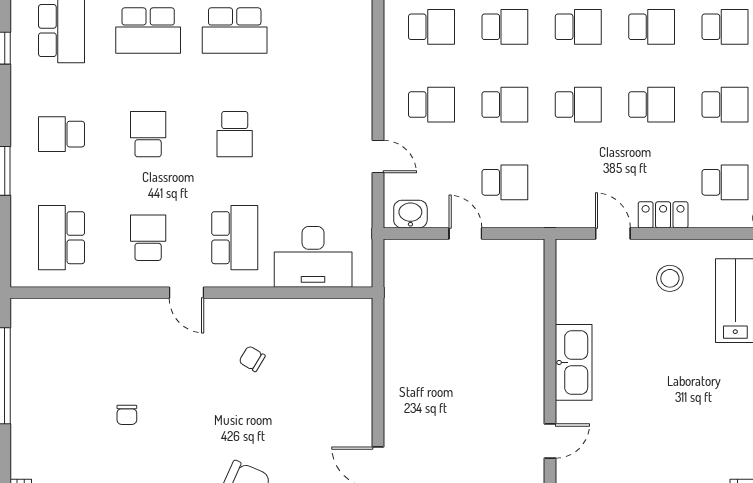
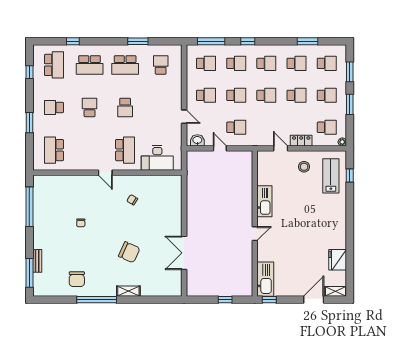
school desk: (148, 238) -> (161, 65), moved

